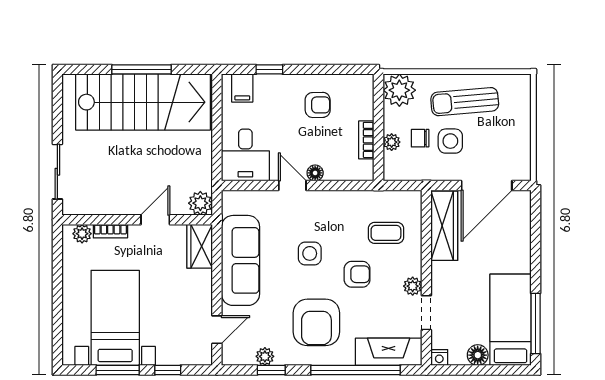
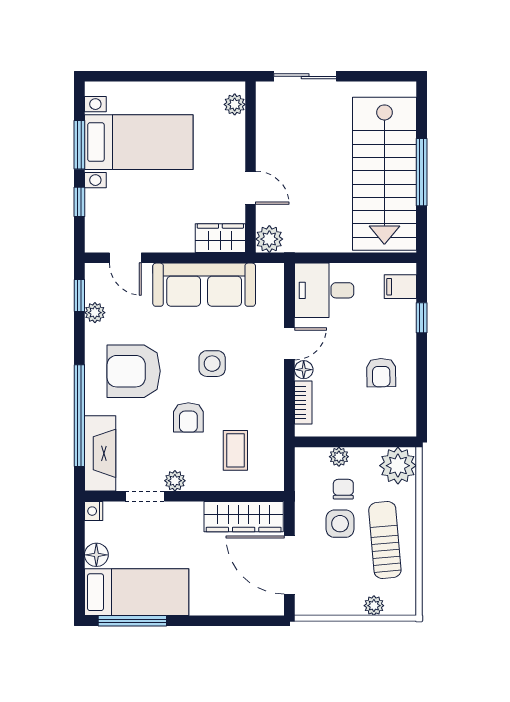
plant: (522, 111) -> (374, 606), added
bookcase: (366, 140) -> (303, 403), moved, turned 90
bookcase: (110, 231) -> (238, 137), removed
window: (271, 370) -> (79, 295), moved

